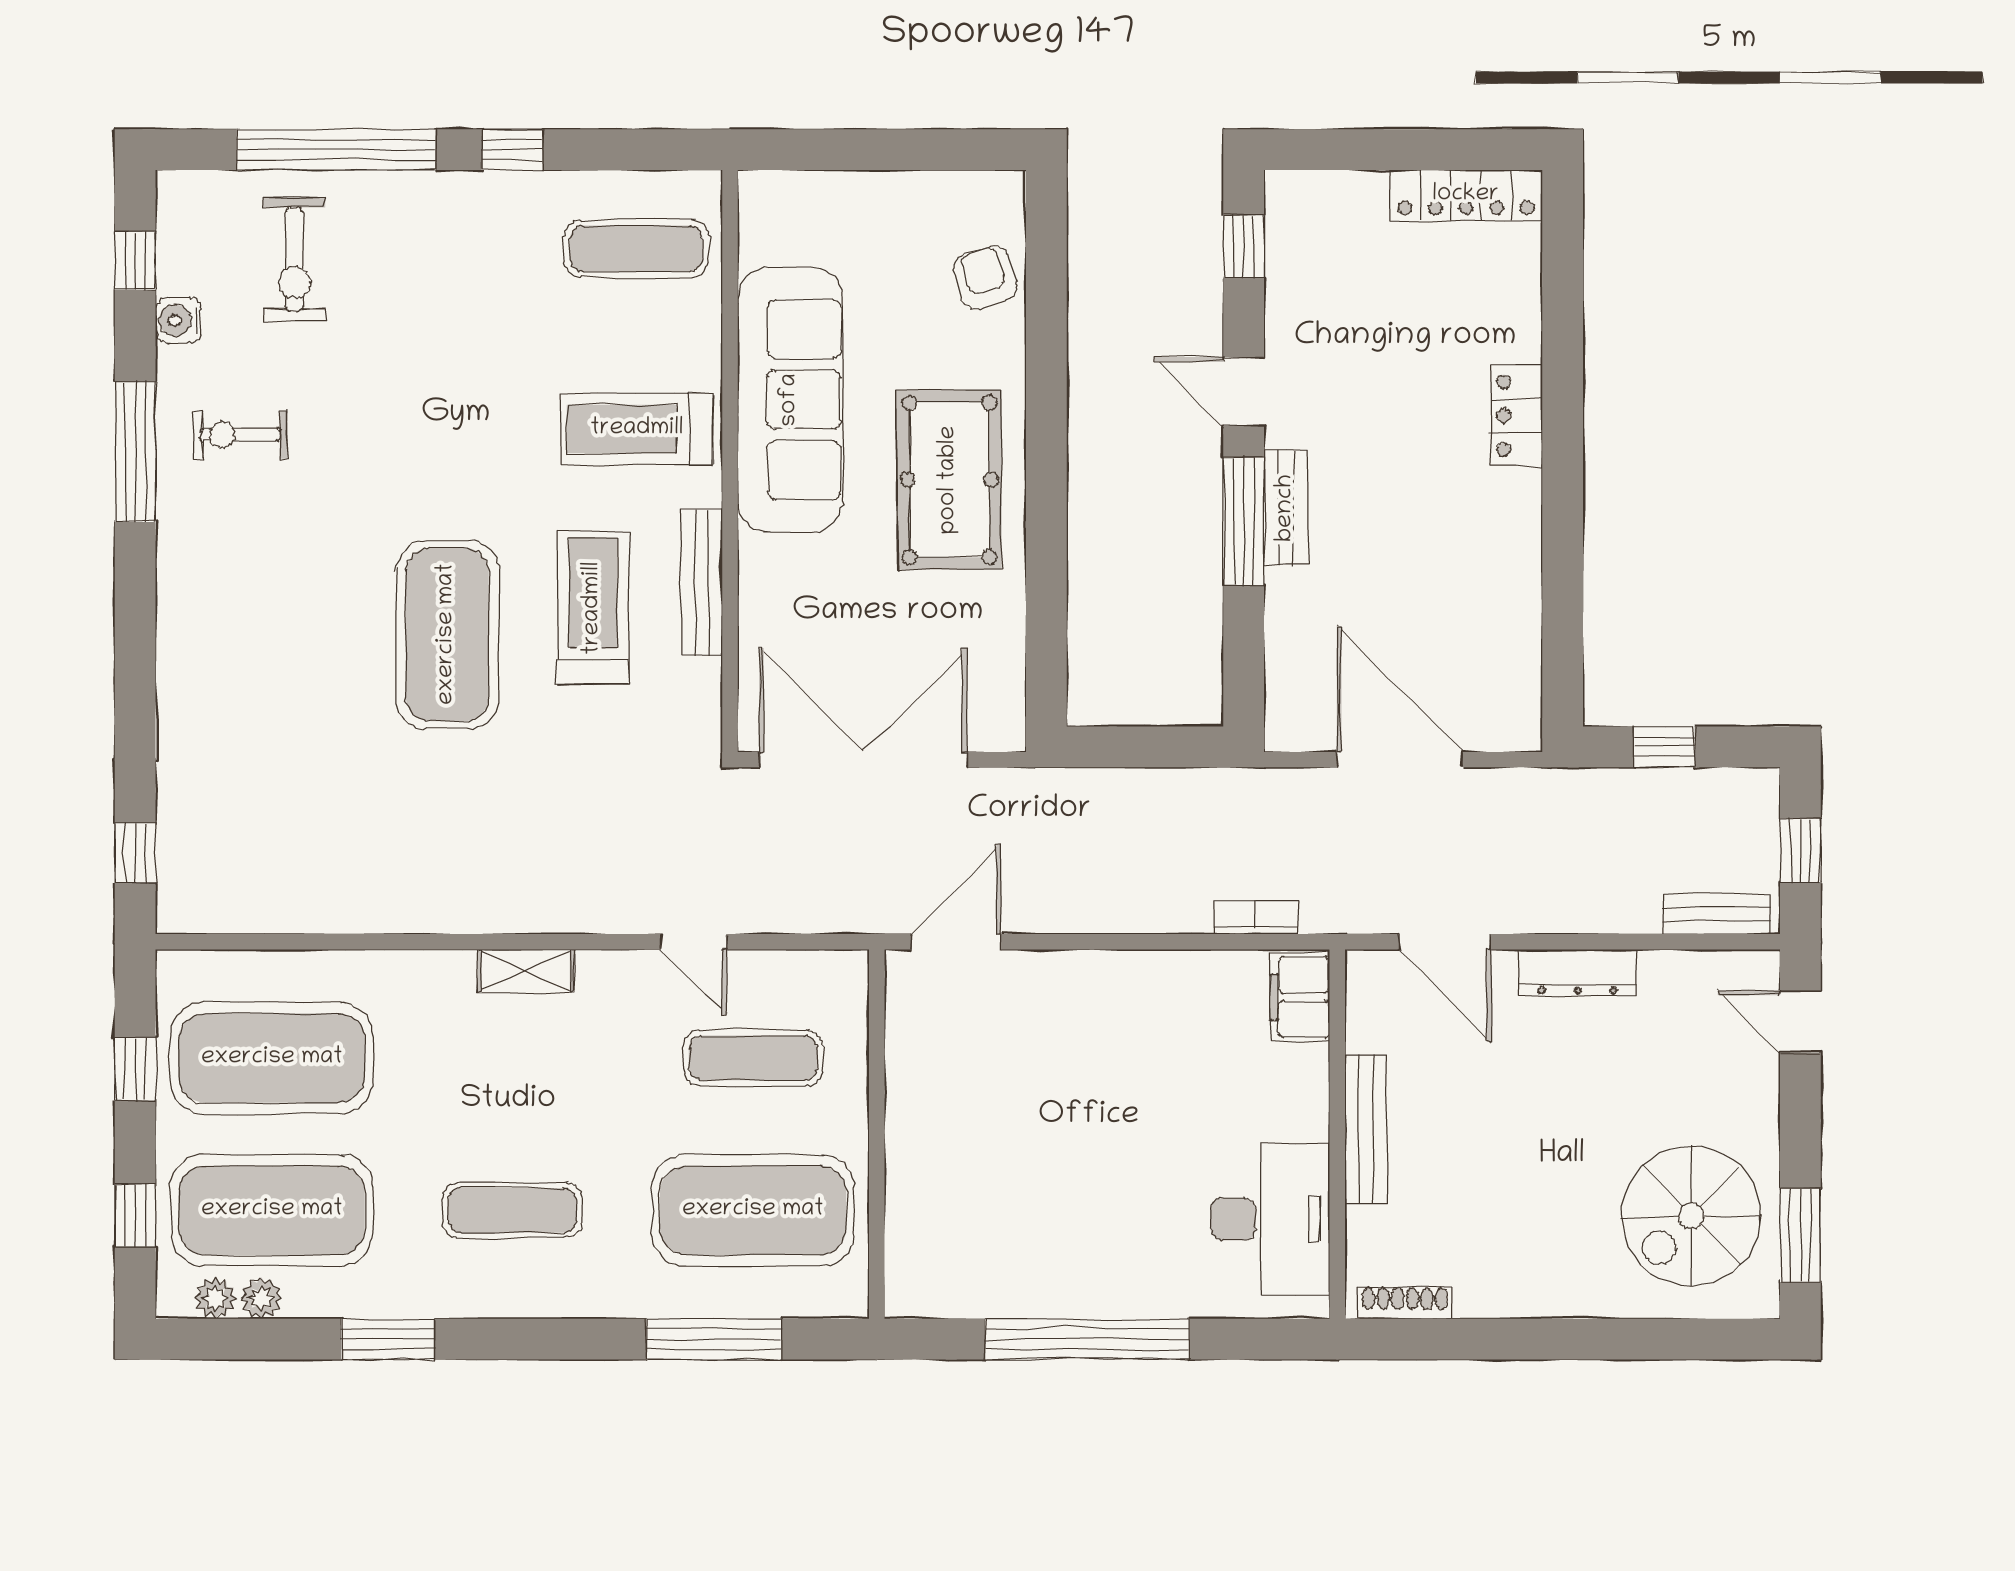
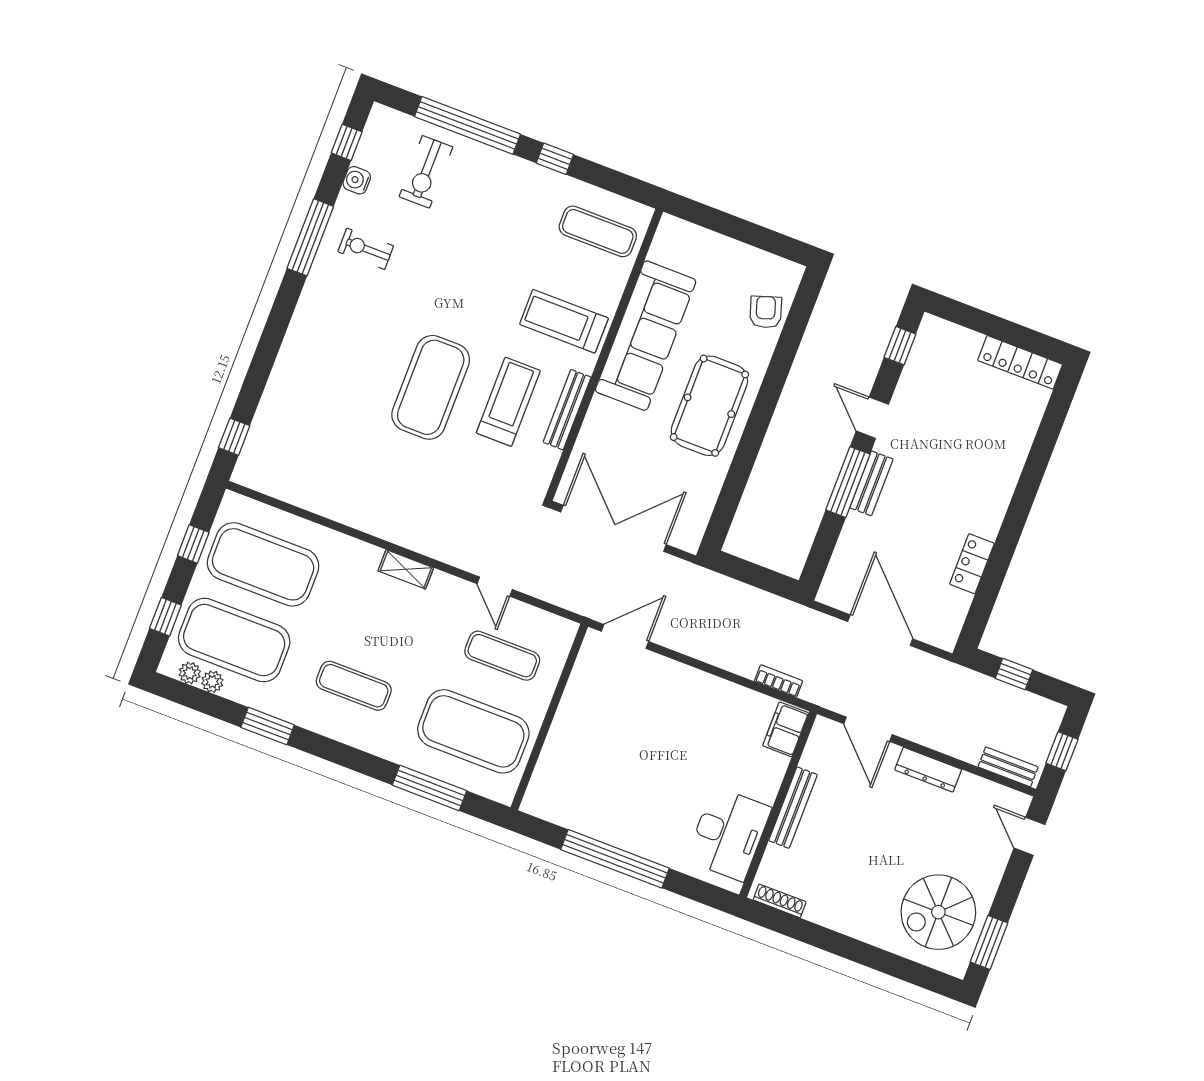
locker: (1516, 416) -> (972, 564), moved

